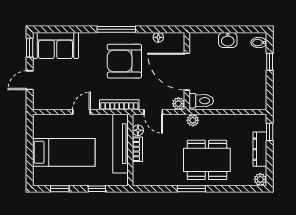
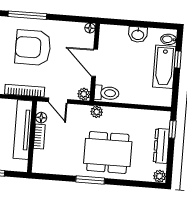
floor lamp: (158, 37) -> (90, 28), moved
bathtub: (257, 70) -> (164, 67), added
door: (187, 72) -> (95, 63), width x0.73

